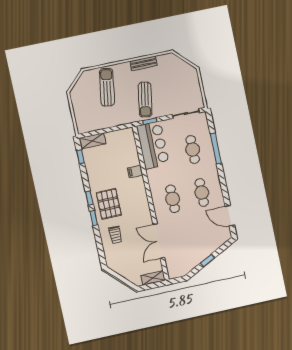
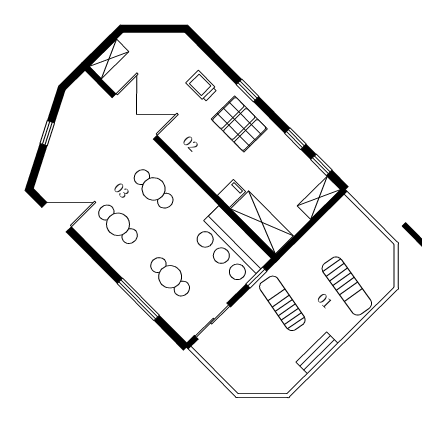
shelving: (129, 147) -> (262, 222), added
window: (89, 198) -> (295, 139), moved

